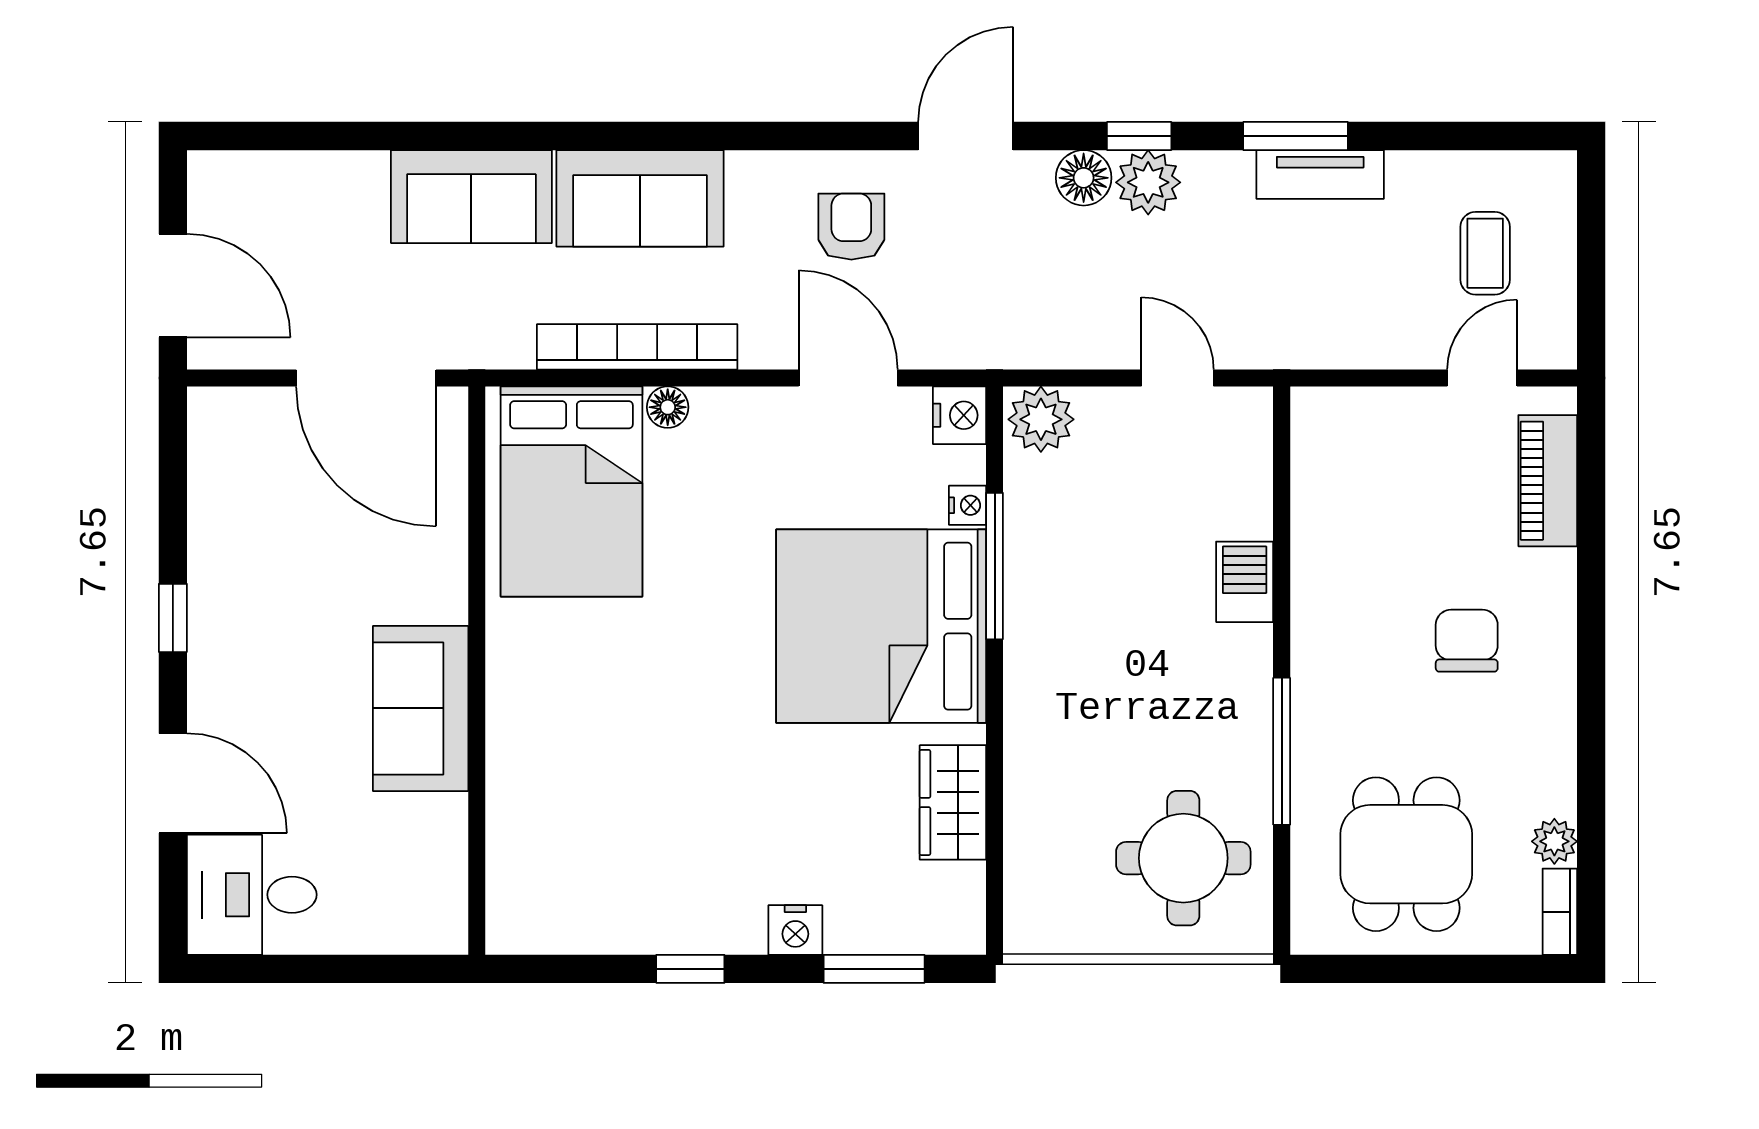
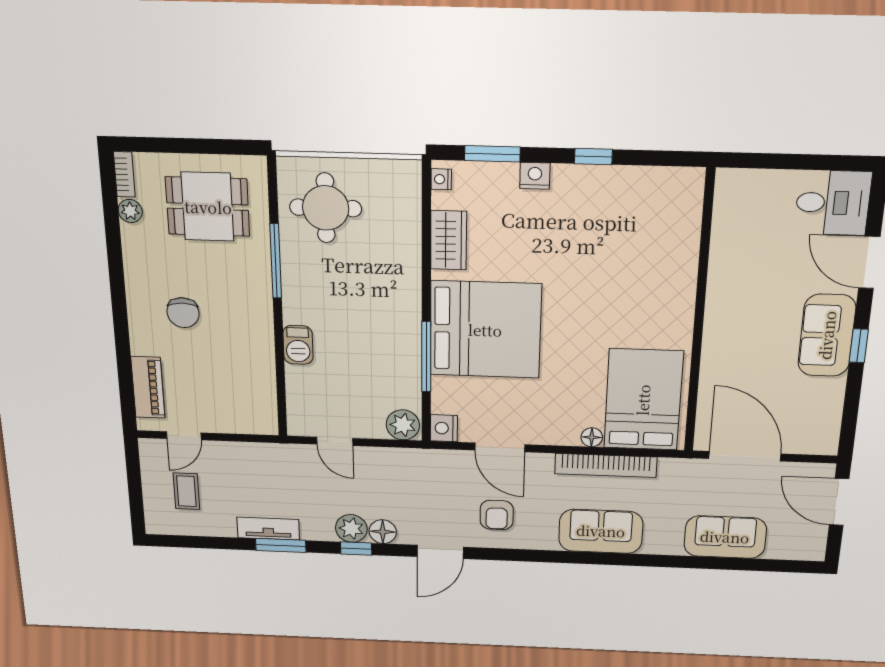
sofa: (471, 197) -> (725, 537), moved
nightstand: (968, 505) -> (441, 179), moved
sofa: (421, 708) -> (827, 335), moved, turned 180
dining table: (1406, 854) -> (208, 207), turned 90

